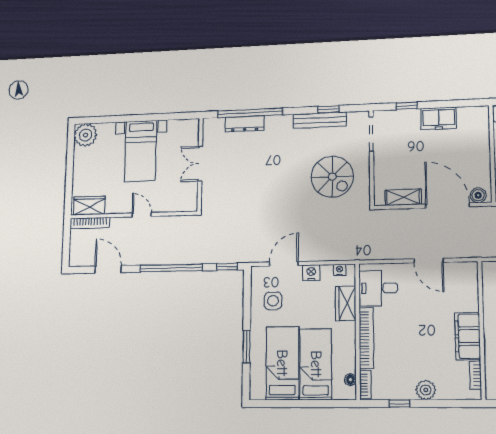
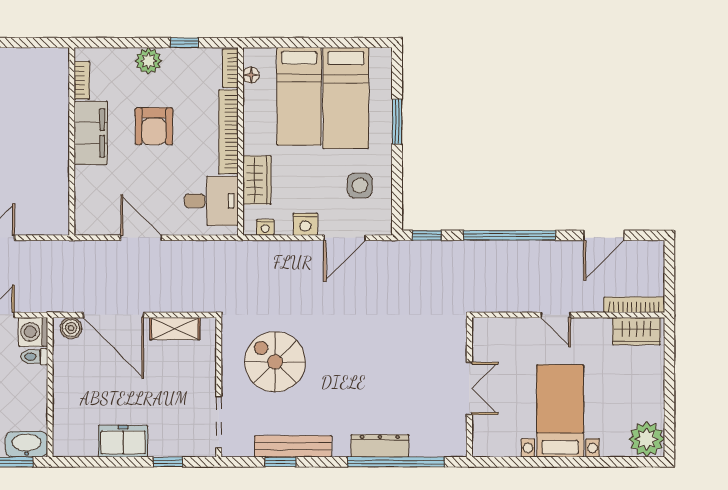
dresser: (245, 124) -> (380, 446), moved
door: (108, 269) -> (604, 235), hinge flipped
armchair: (421, 341) -> (154, 126), added

